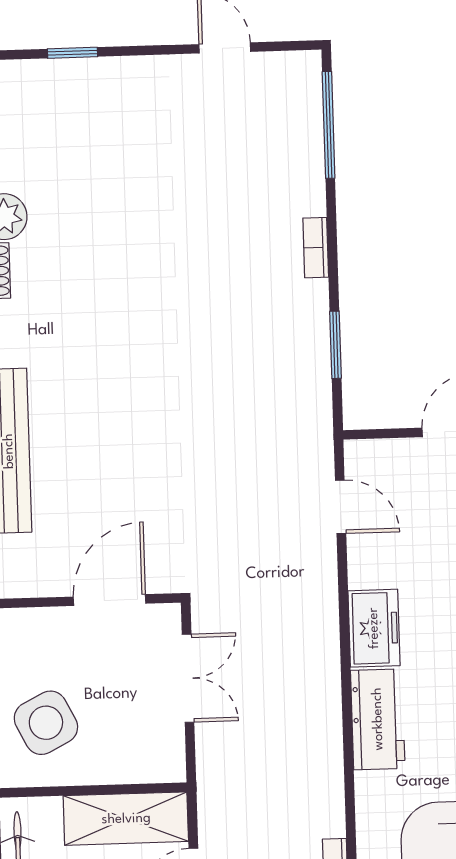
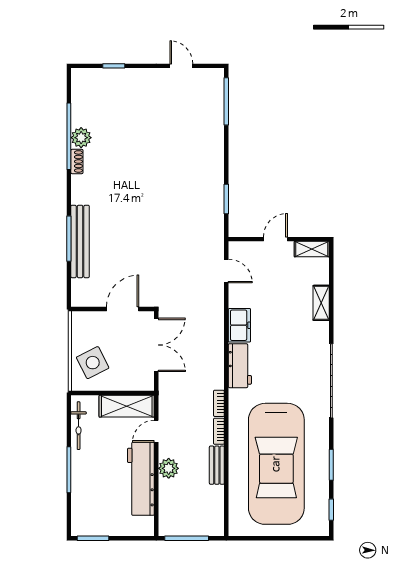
bookcase: (316, 248) -> (219, 403), moved
double door: (188, 678) -> (156, 345), width x1.37

